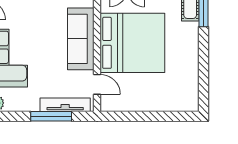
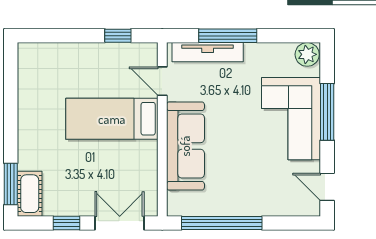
bed: (132, 43) -> (112, 119), width x0.49
window: (128, 116) -> (118, 36), added

